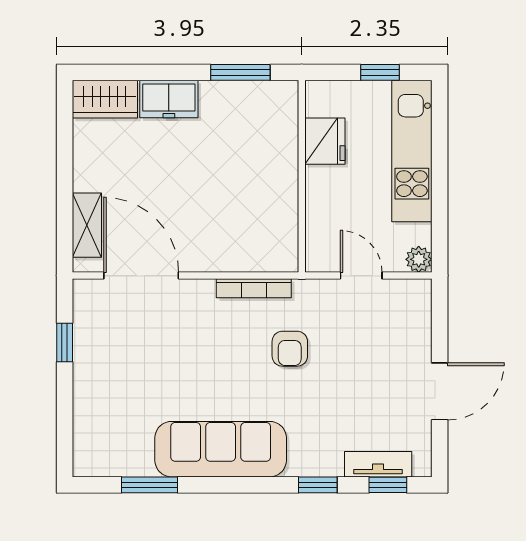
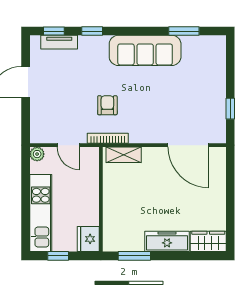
freezer: (169, 99) -> (167, 241), width x1.40
fridge: (325, 141) -> (88, 239), moved
shelving: (87, 225) -> (124, 155), moved, turned 90
bookcase: (254, 288) -> (108, 138), moved

